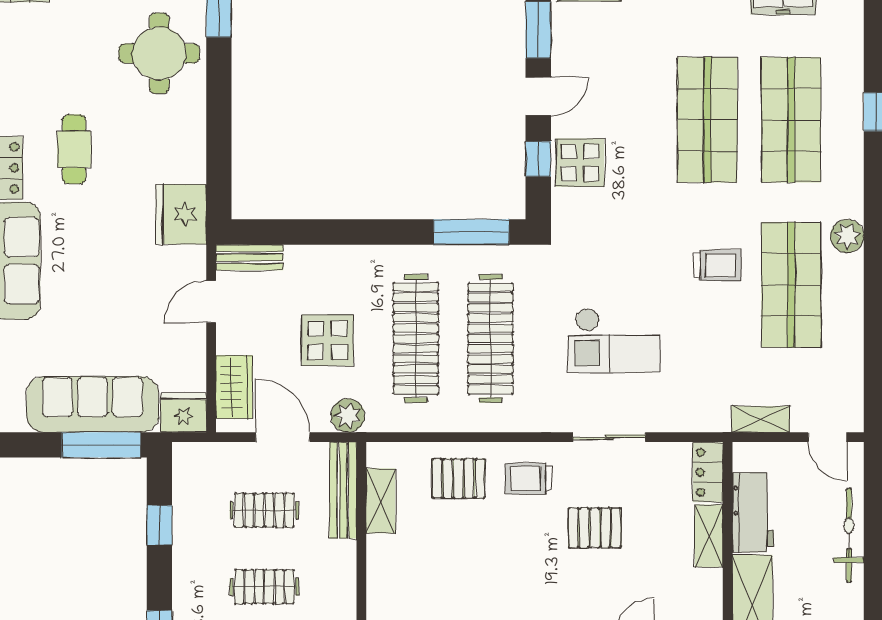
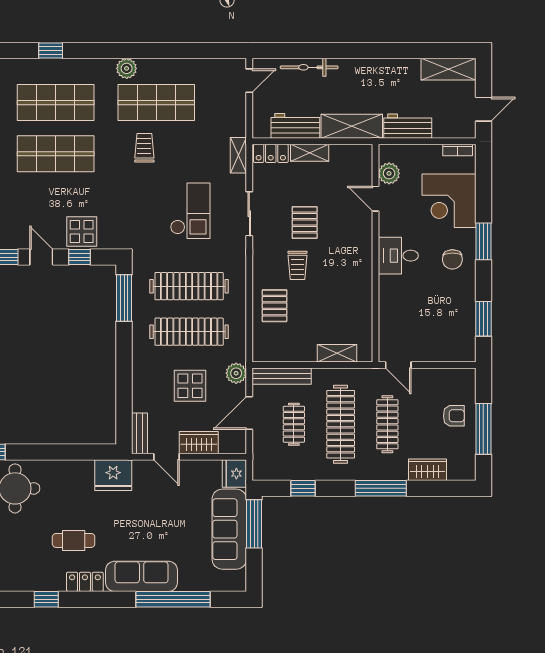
wardrobe: (234, 387) -> (199, 443), moved
shelving: (761, 419) -> (238, 155), moved
trolley: (529, 479) -> (297, 265), moved
shelving: (381, 501) -> (337, 353), moved
clothes rail: (264, 587) -> (341, 424), width x1.86, depth x1.31

